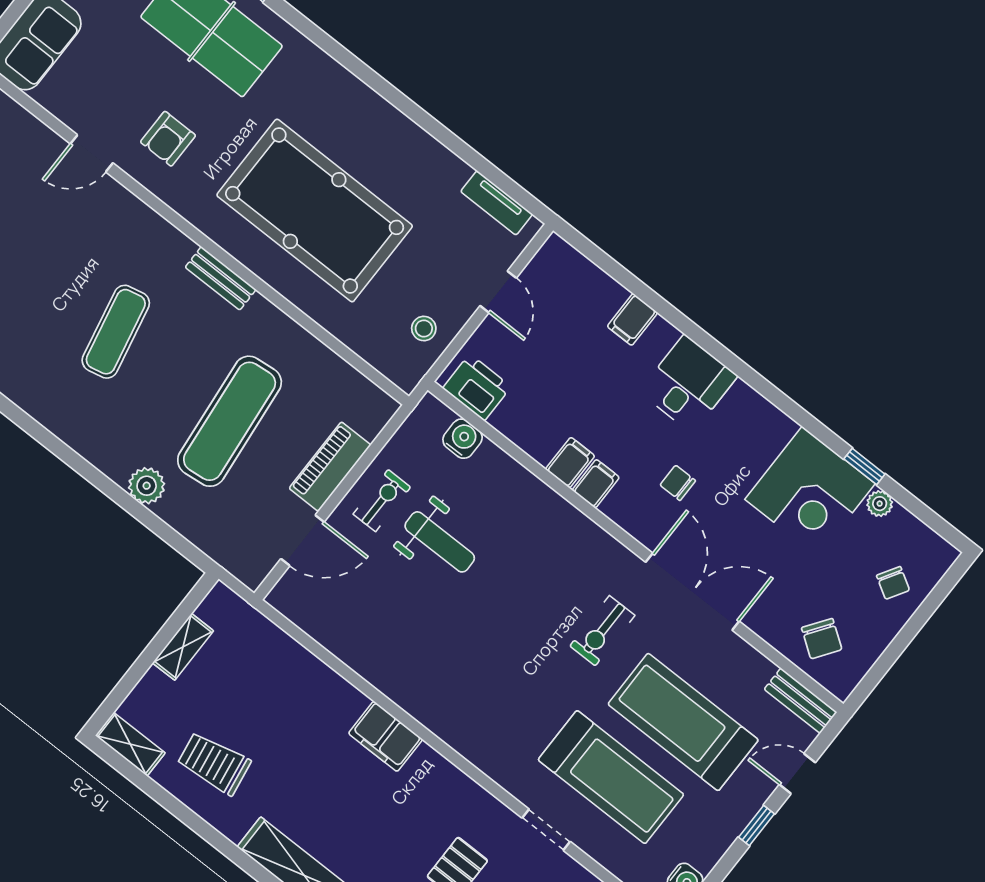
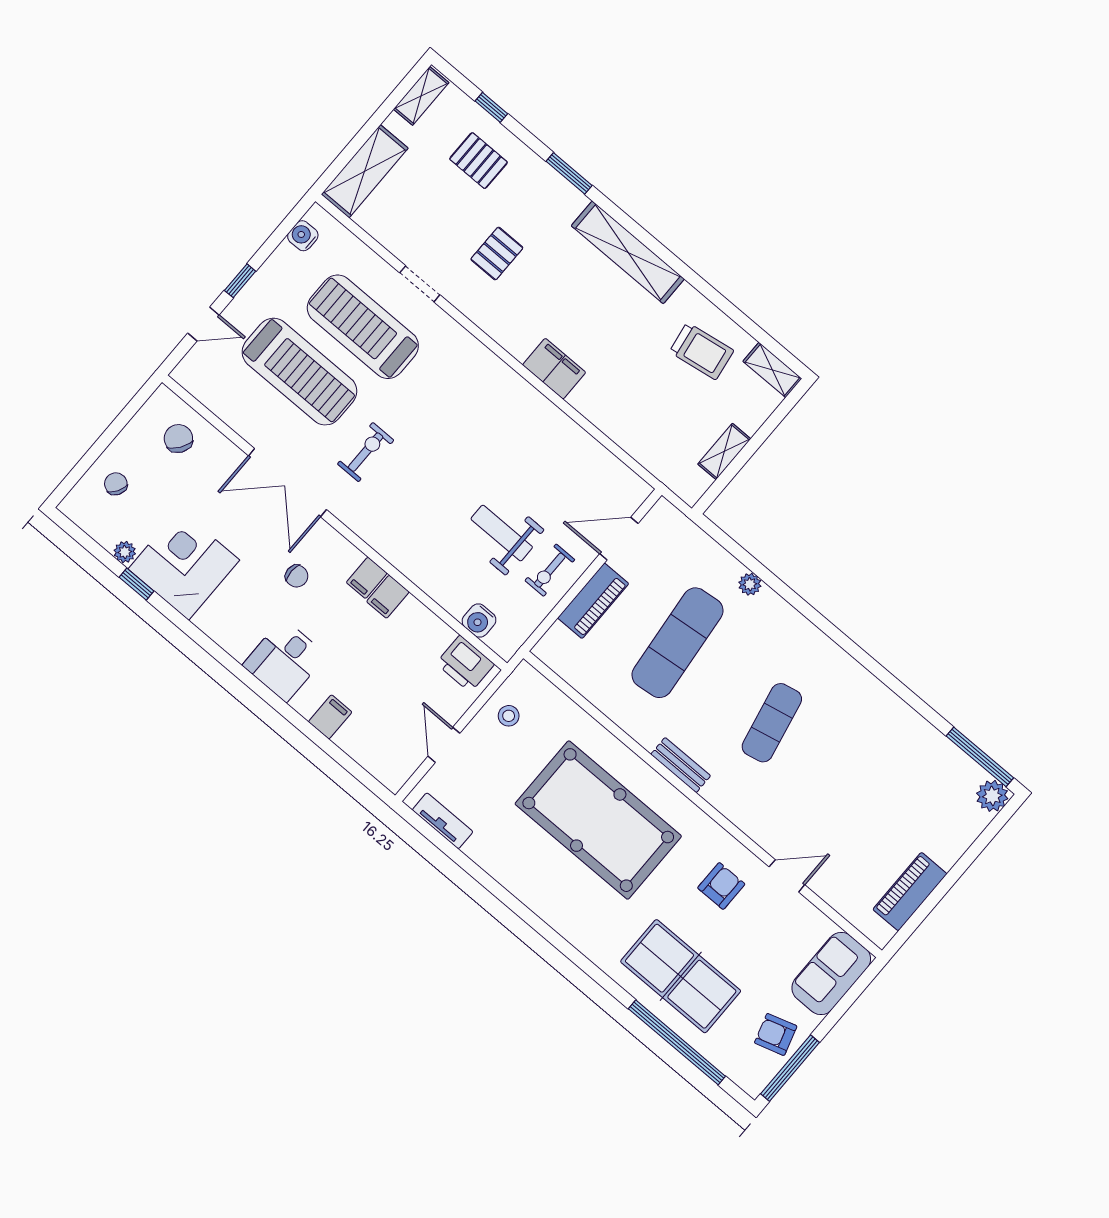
plant: (147, 486) -> (750, 584), width x0.73, depth x0.73
bench: (801, 701) -> (198, 386), removed

